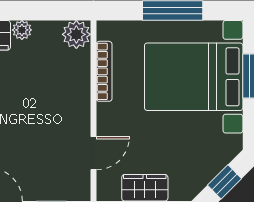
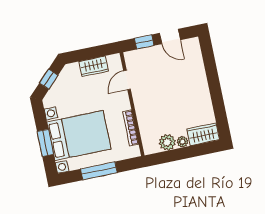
plant: (76, 34) -> (167, 142), moved

